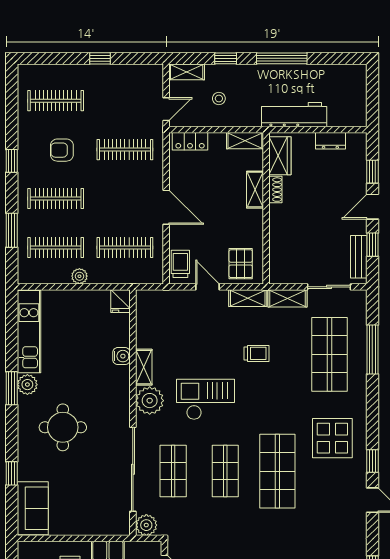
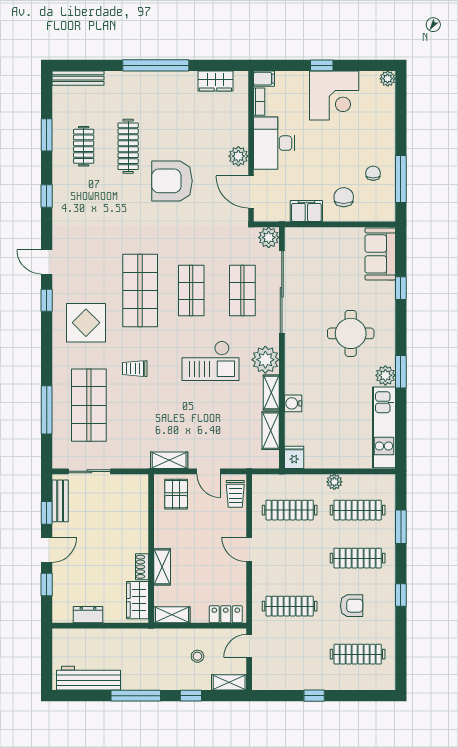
workbench: (294, 115) -> (88, 678), moved, turned 180
door: (166, 207) -> (249, 550), width x0.73
shelving: (287, 298) -> (271, 431), moved, turned 90
trolley: (257, 353) -> (135, 369), moved

